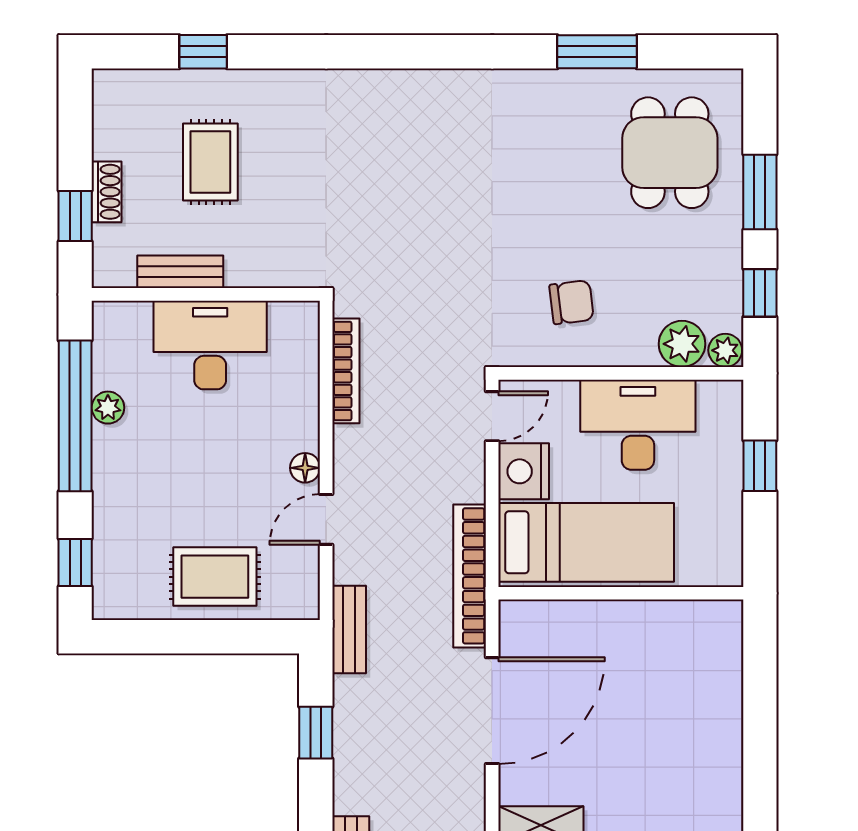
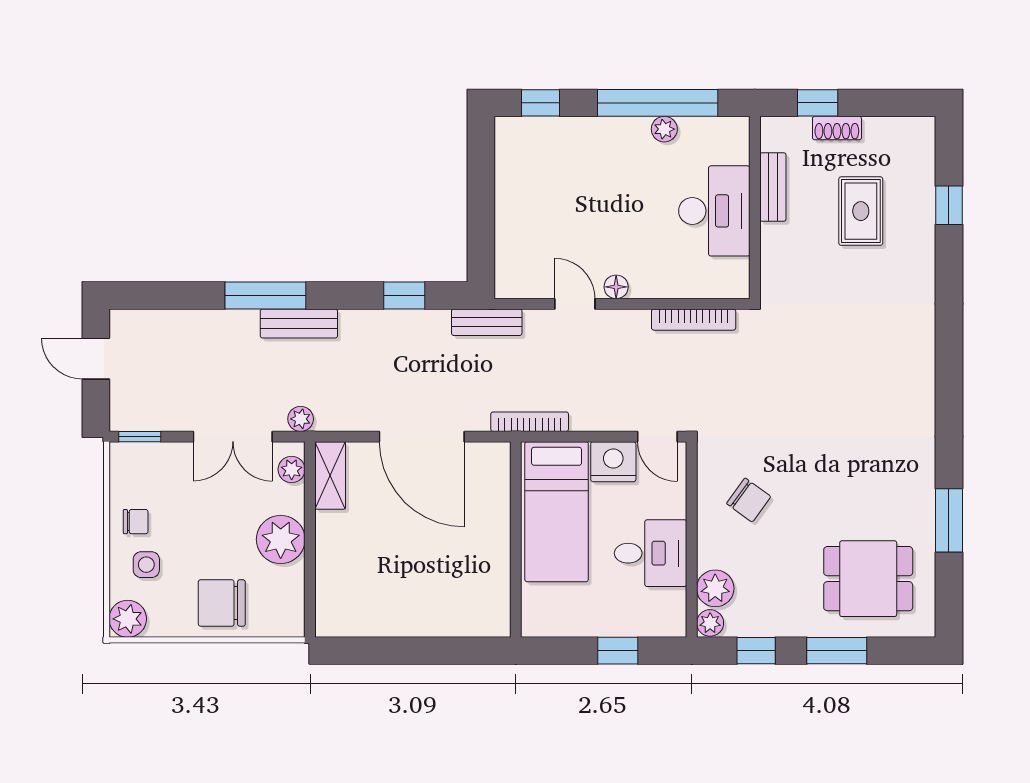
rug: (210, 162) -> (861, 211), turned 90
chair: (572, 302) -> (749, 500), turned -47
desk: (638, 425) -> (651, 553), width x0.73
bookcase: (470, 576) -> (530, 422), width x0.68, depth x0.76
rug: (215, 577) -> (529, 215), removed

